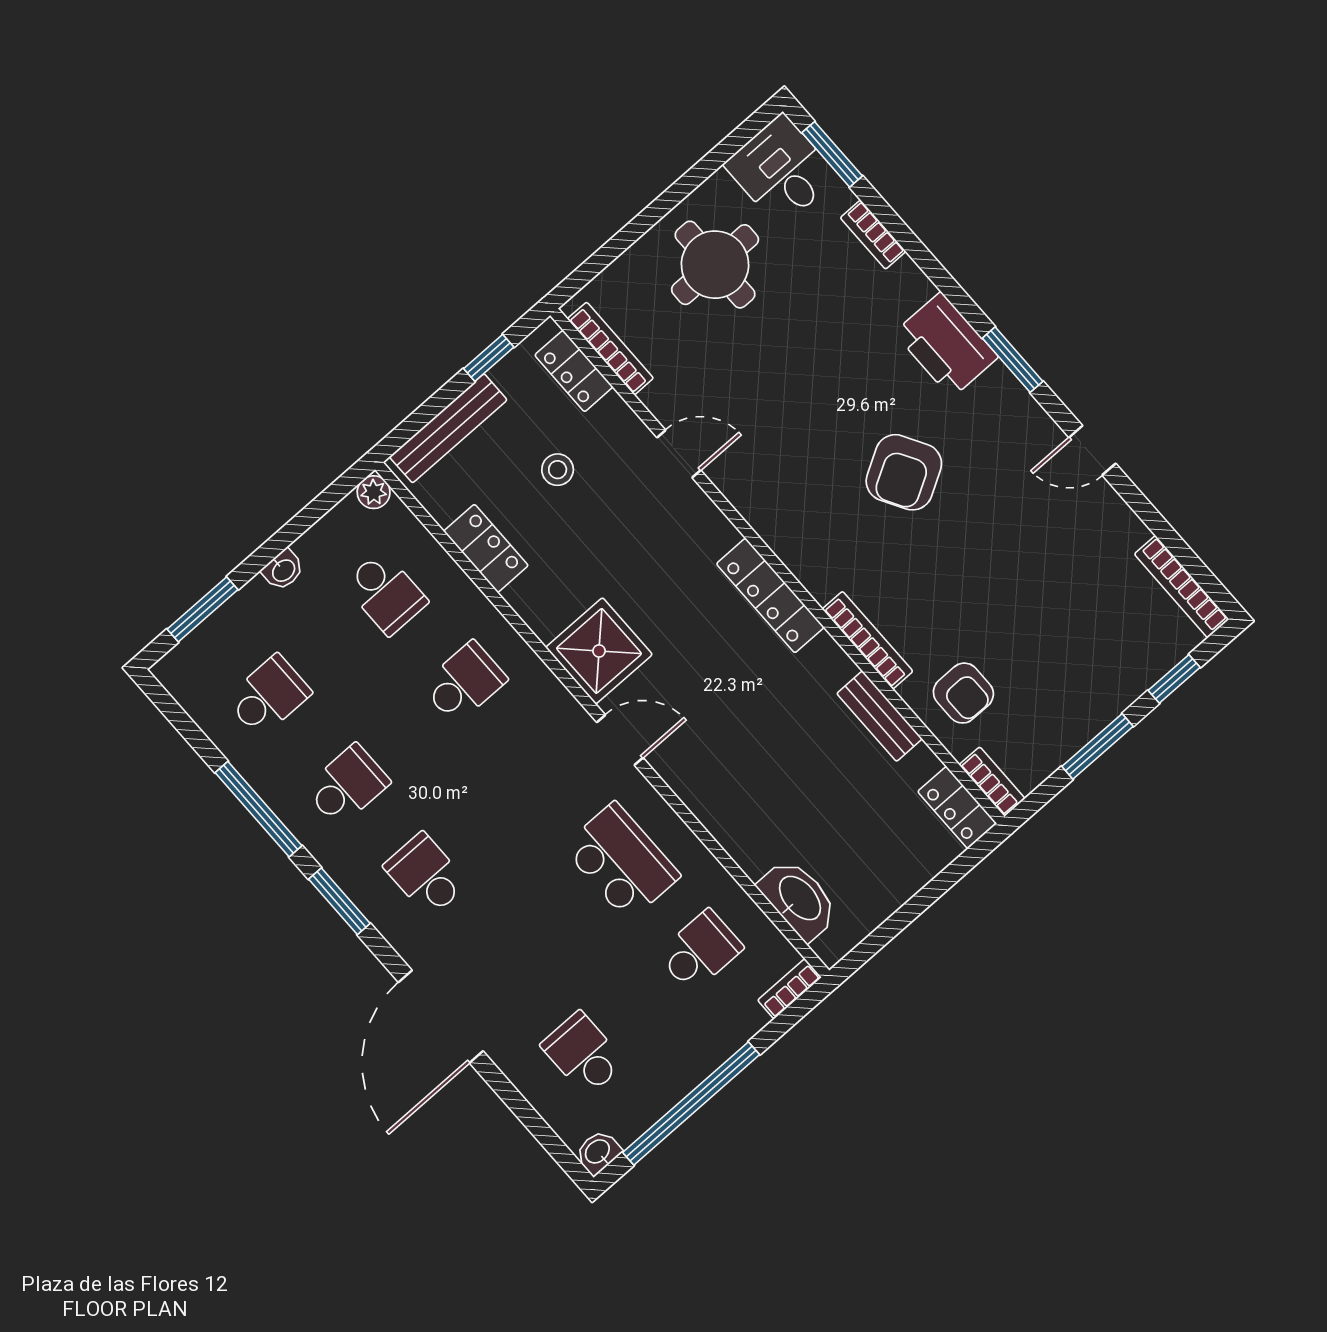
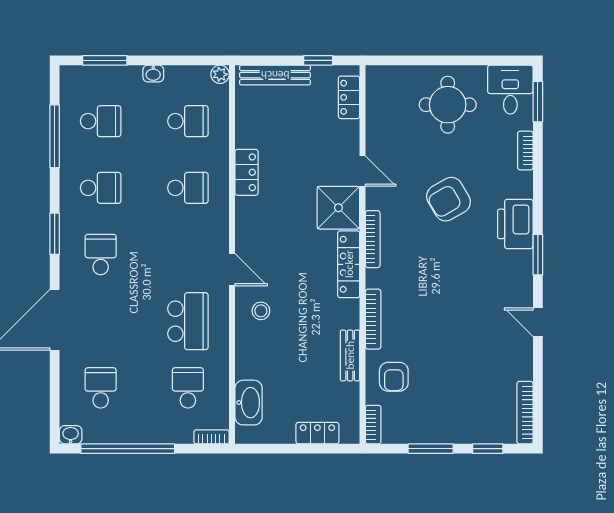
bookcase: (610, 348) -> (373, 239), moved
stool: (558, 470) -> (261, 311), moved
armchair: (904, 472) -> (448, 199), moved
locker: (486, 548) -> (247, 172), moved
school desk: (386, 593) -> (188, 121), turned -90
shower: (599, 651) -> (338, 208), moved
locker: (957, 808) -> (317, 433), moved, turned 90
window: (258, 809) -> (55, 136), moved
school desk: (700, 951) -> (188, 388), turned -90

